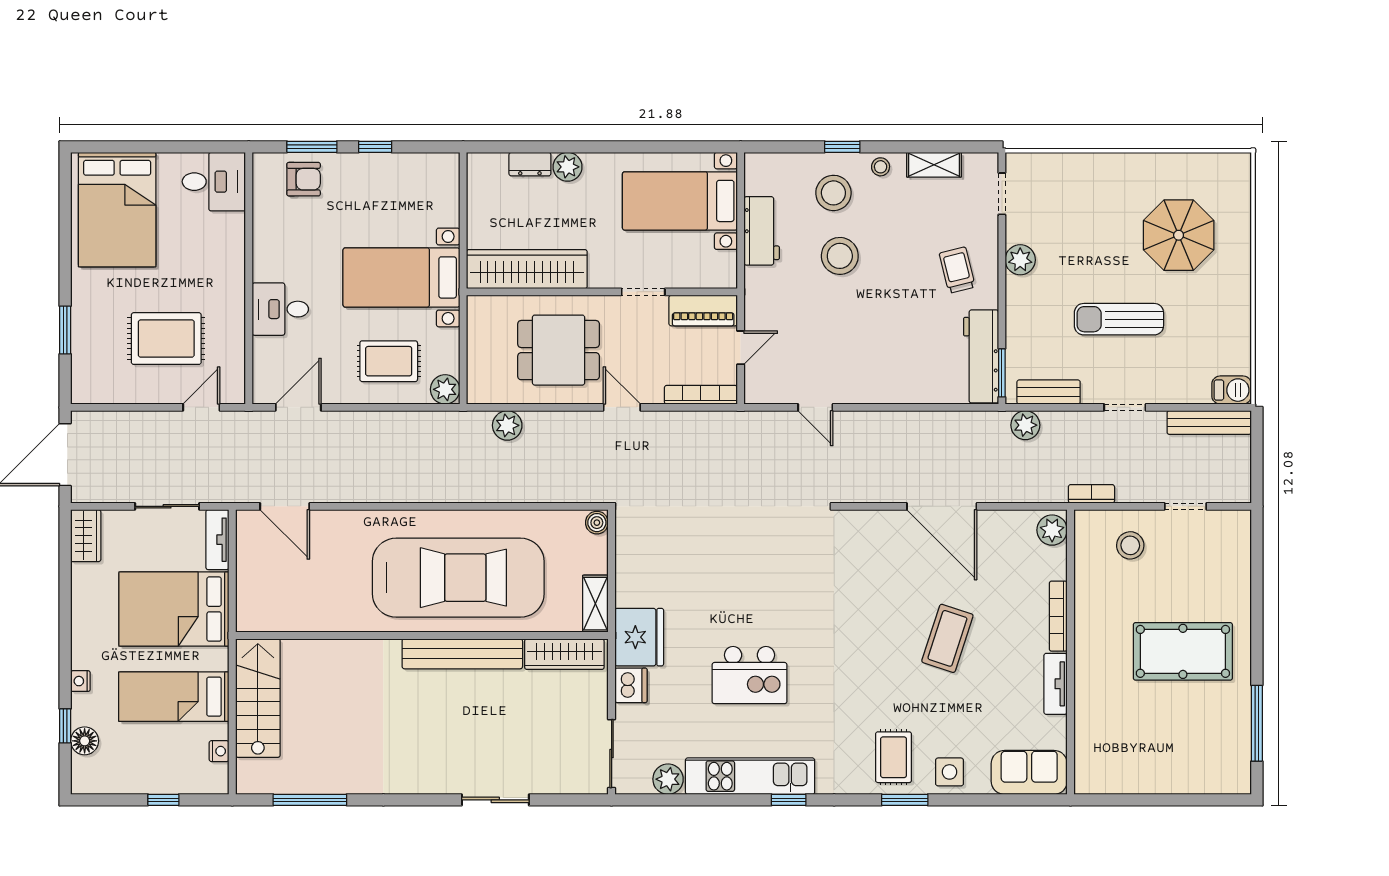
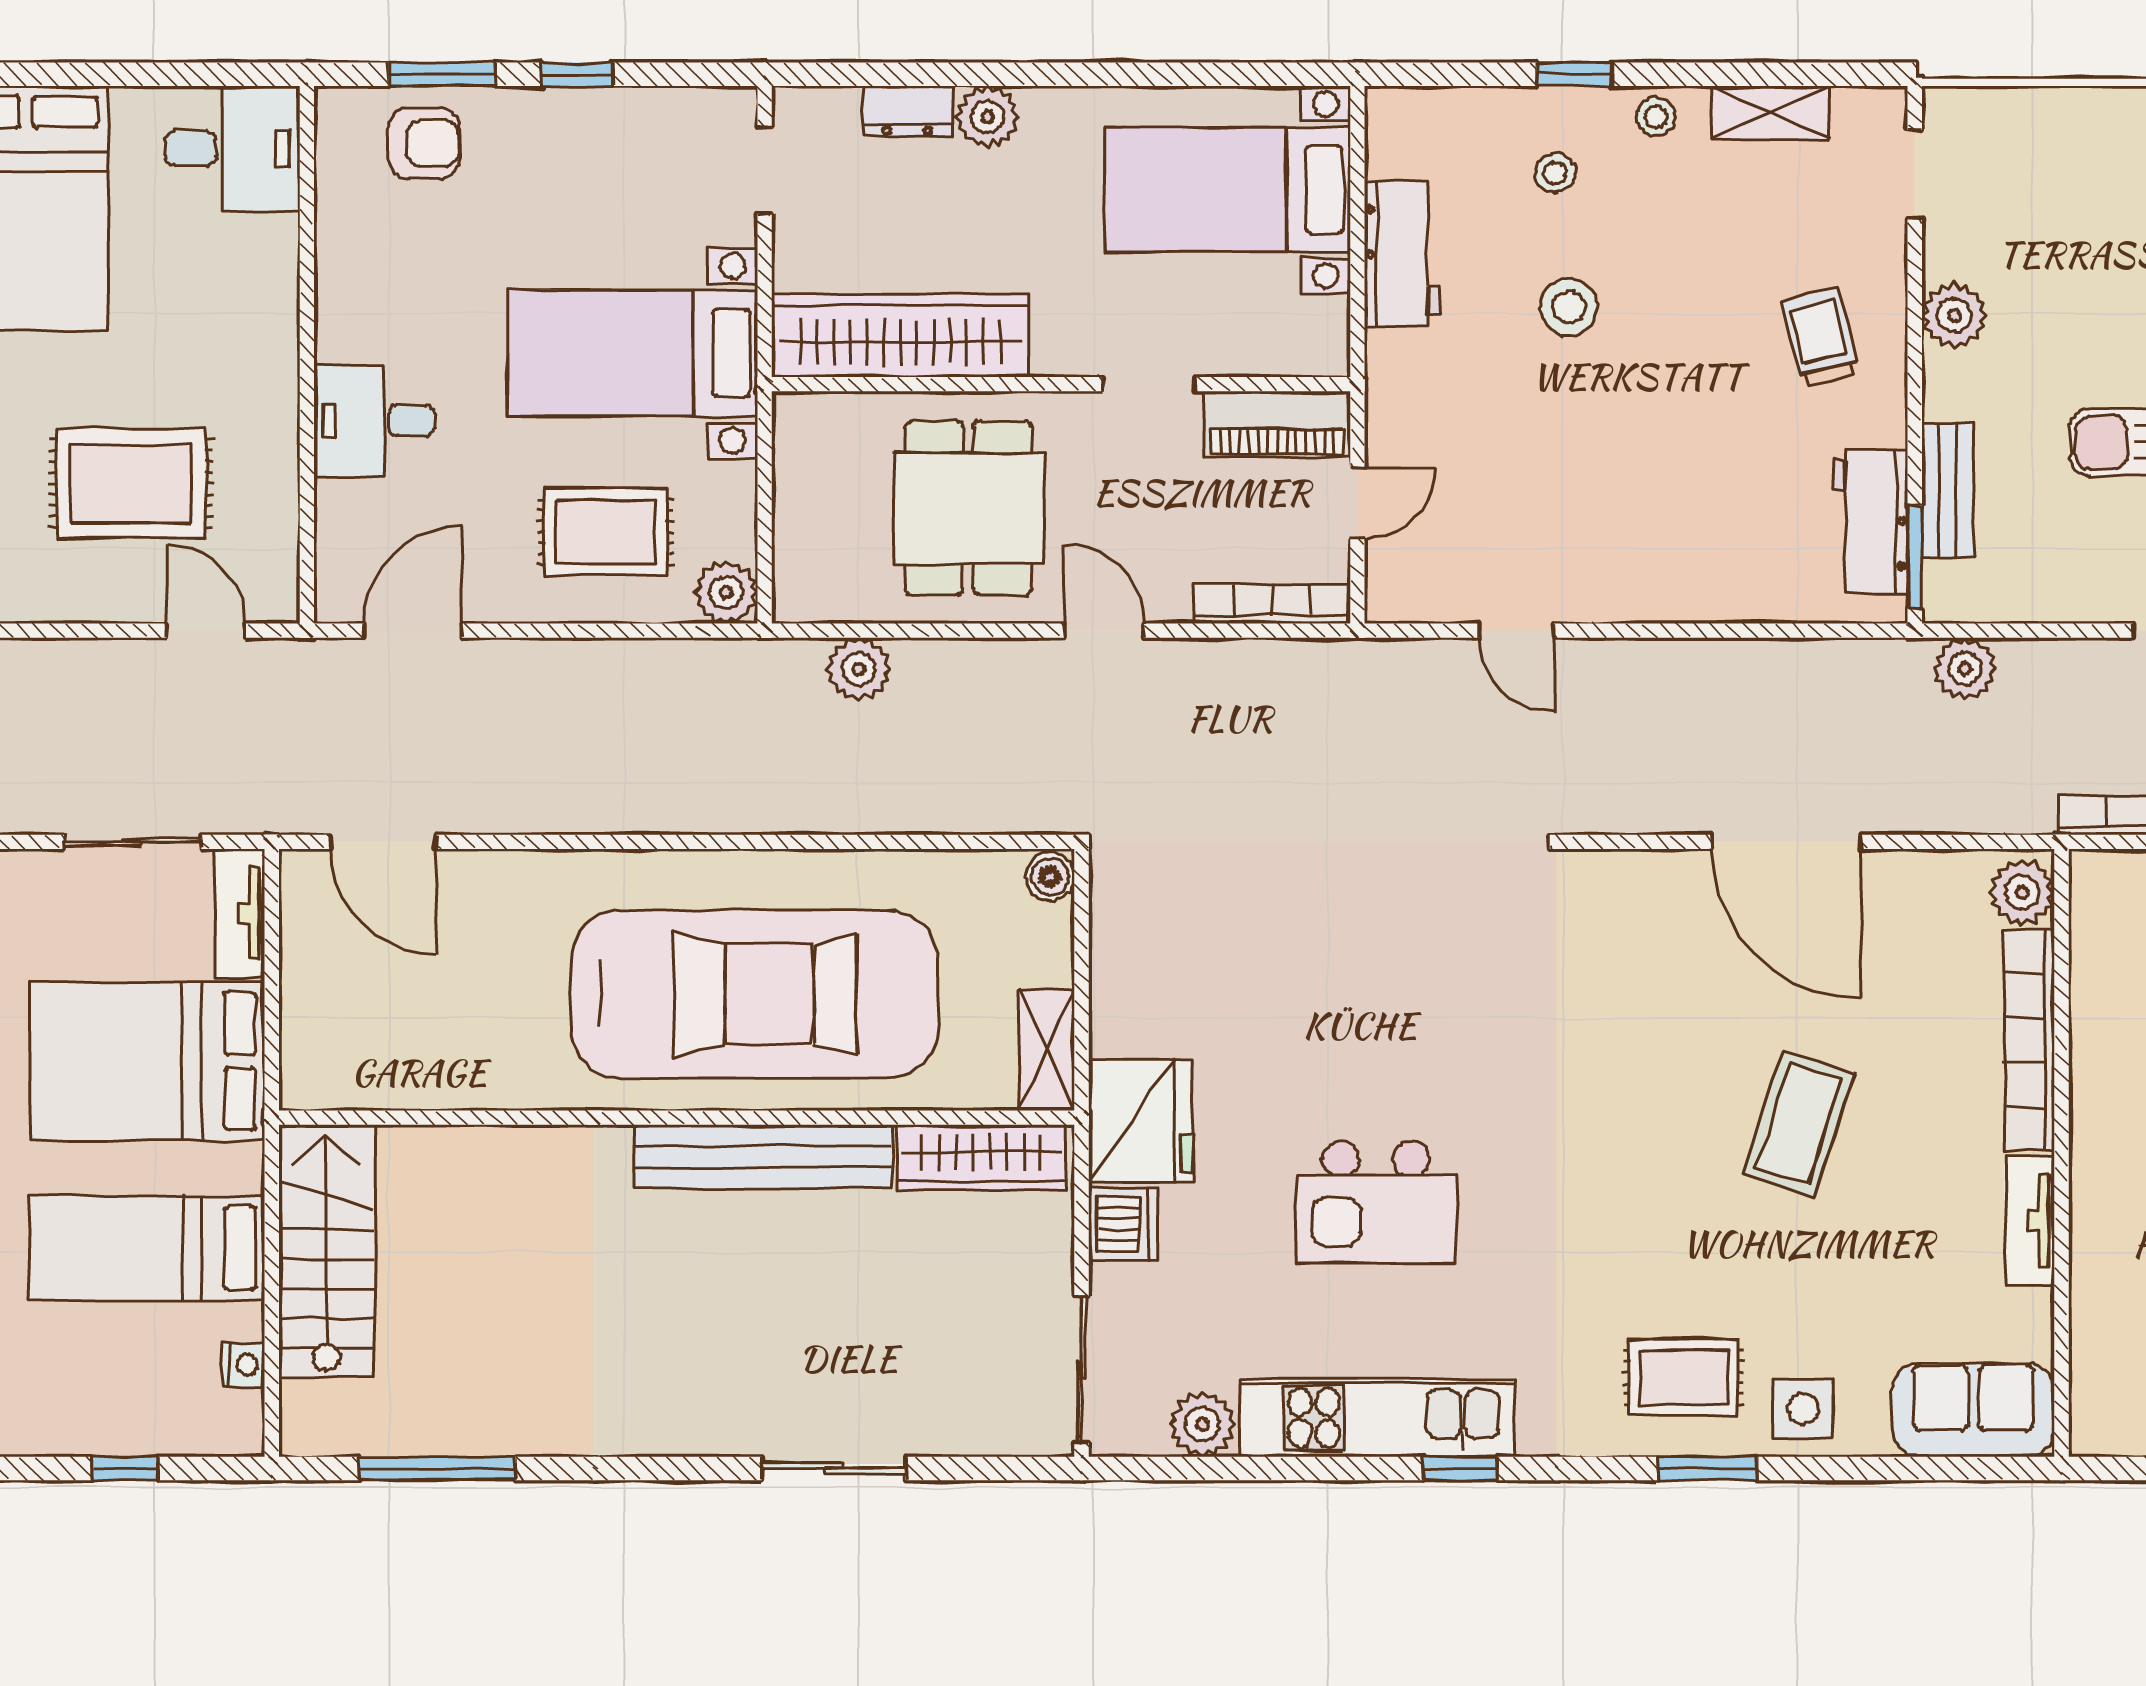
doorway: (463, 192) -> (765, 170), added
stool: (833, 193) -> (1555, 173), width x0.53, depth x0.53
stool: (840, 256) -> (1569, 307), width x0.73, depth x0.73
dining table: (559, 350) -> (968, 508), turned 90
workbench: (981, 356) -> (1870, 522), width x0.73
bench: (1049, 392) -> (1948, 490), moved, turned 90
door: (201, 407) -> (206, 631), hinge flipped
bookcase: (1058, 616) -> (2029, 1040), width x1.48, depth x1.31
rug: (894, 757) -> (1684, 1377), turned 90

